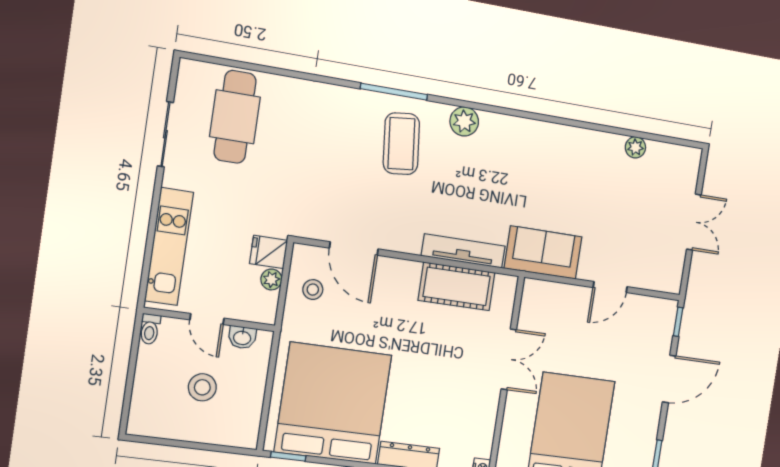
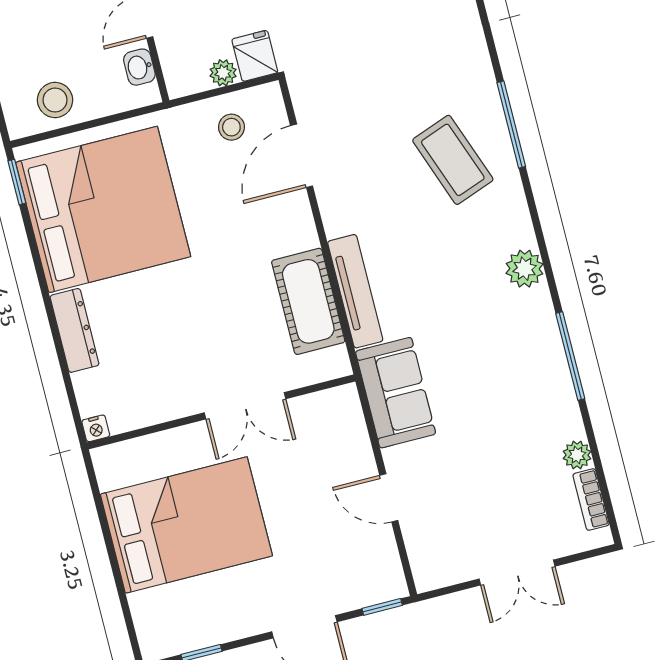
plant: (464, 121) -> (525, 269), moved
window: (569, 122) -> (570, 356), added
coffee table: (401, 144) -> (453, 160), turned 76
bookcase: (668, 151) -> (591, 500), added
stool: (202, 387) -> (55, 100), moved

